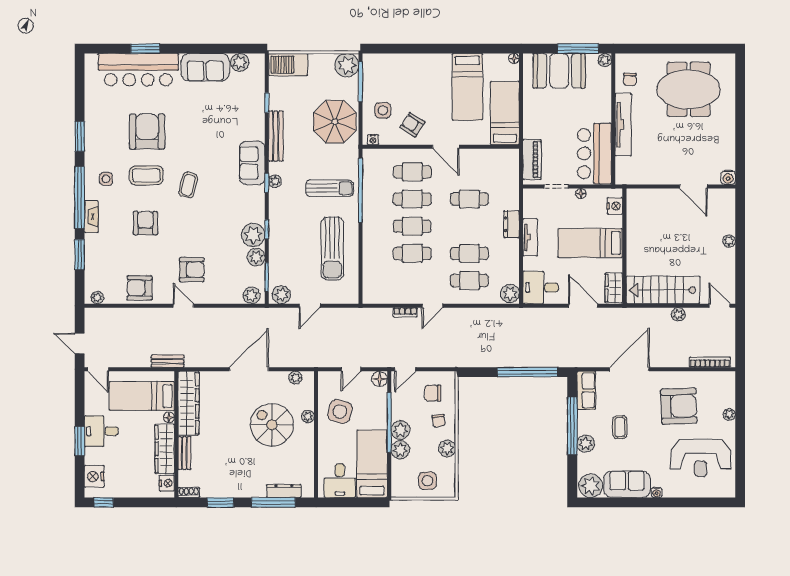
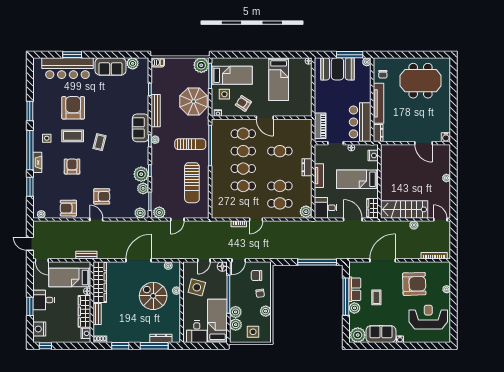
barbecue: (288, 65) -> (158, 62), width x0.53, depth x0.65
bed: (505, 113) -> (232, 75), moved, turned 90
dresser: (623, 170) -> (378, 133), added
row of seats: (586, 390) -> (355, 289), moved
plant: (400, 430) -> (236, 325), moved
reception desk: (701, 458) -> (428, 317), turned 180

